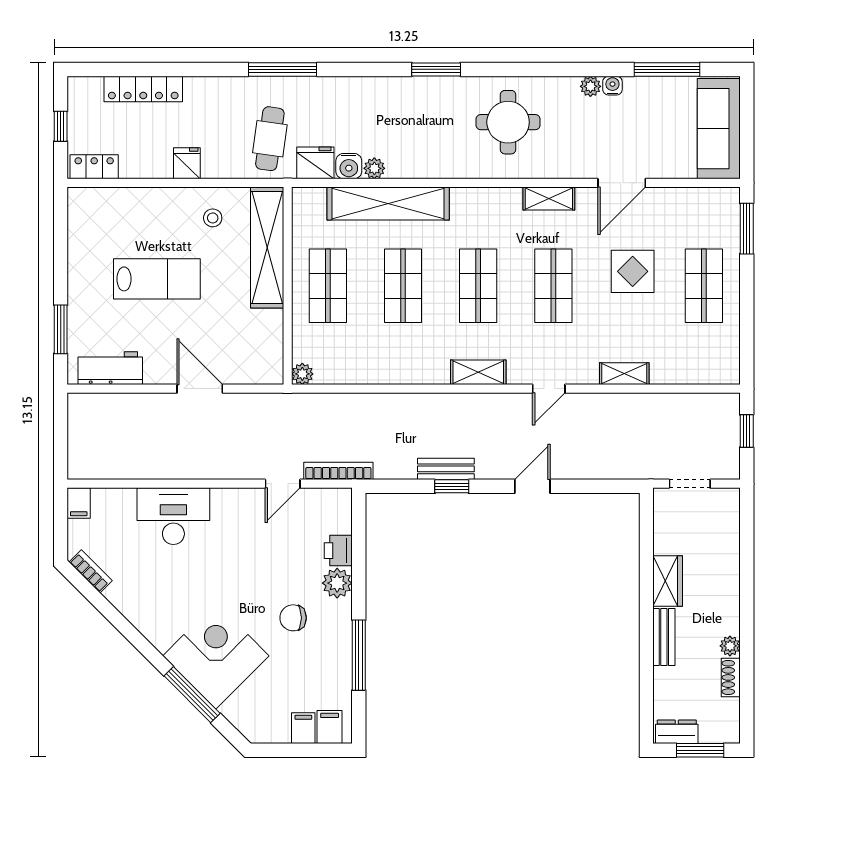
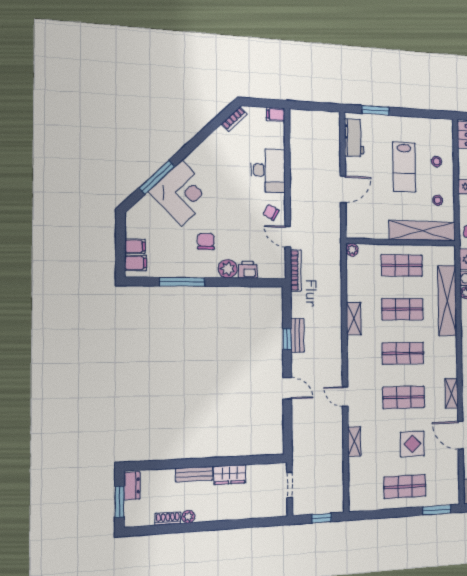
stool: (144, 219) -> (437, 161), added
shelving: (478, 372) -> (354, 319), moved
chair: (243, 512) -> (271, 212), added

